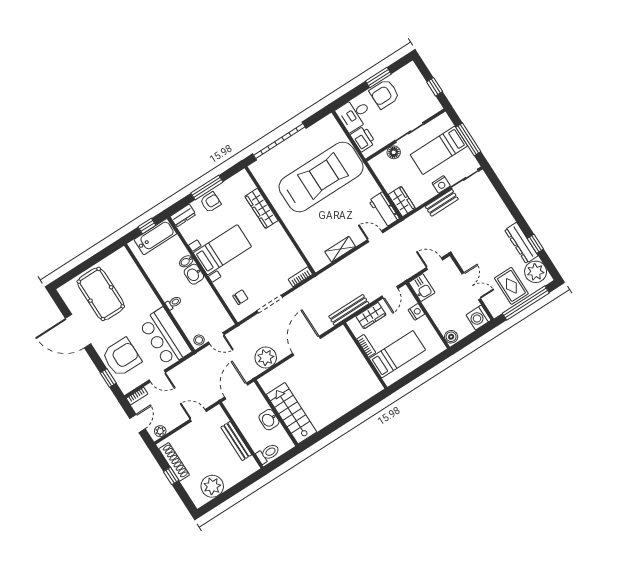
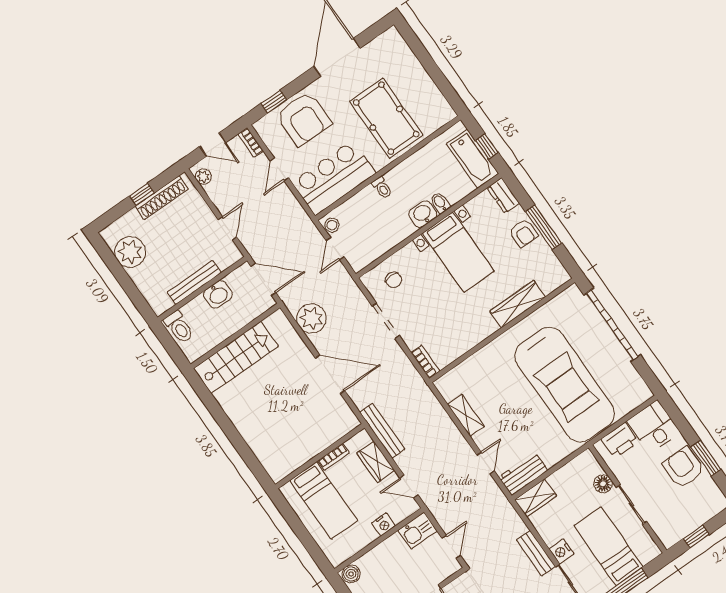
pool table: (101, 294) -> (386, 118), moved, turned 90
washbasin: (269, 420) -> (218, 294), moved, turned 180

